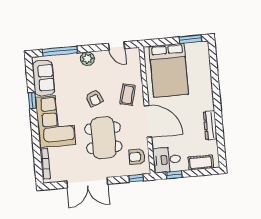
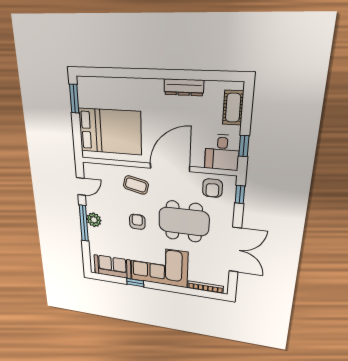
window: (60, 51) -> (84, 223), moved
armchair: (94, 98) -> (137, 222), turned -70

